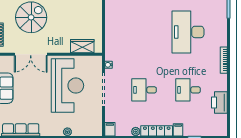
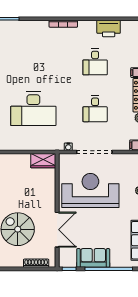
desk: (188, 32) -> (33, 109), moved
wardrobe: (82, 46) -> (43, 161), moved, turned -90

